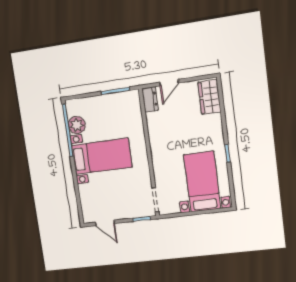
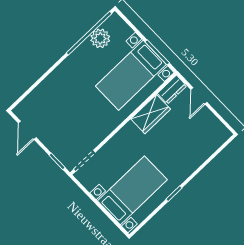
door: (169, 83) -> (199, 96), hinge flipped
wardrobe: (209, 97) -> (151, 114), moved, turned 180
bed with nightstands: (102, 156) -> (131, 75), moved, turned 90

